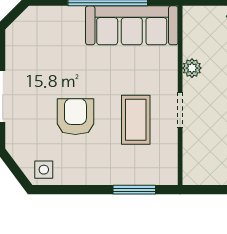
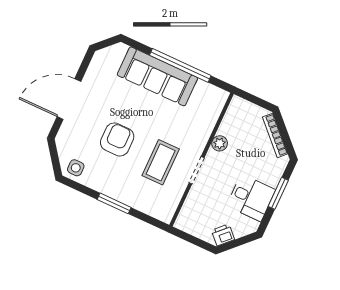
sofa: (132, 25) -> (157, 76), moved
window: (134, 190) -> (114, 203), moved

